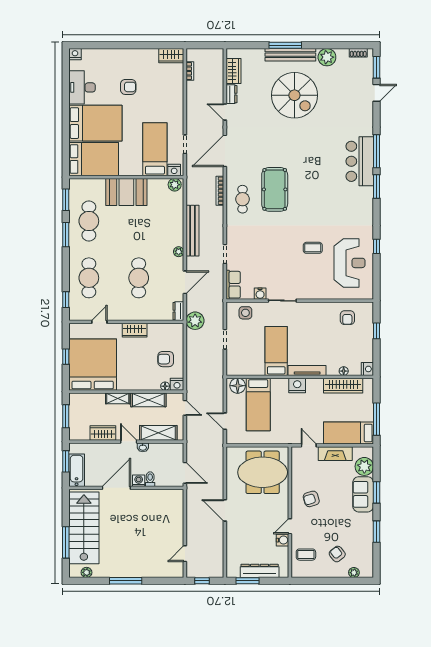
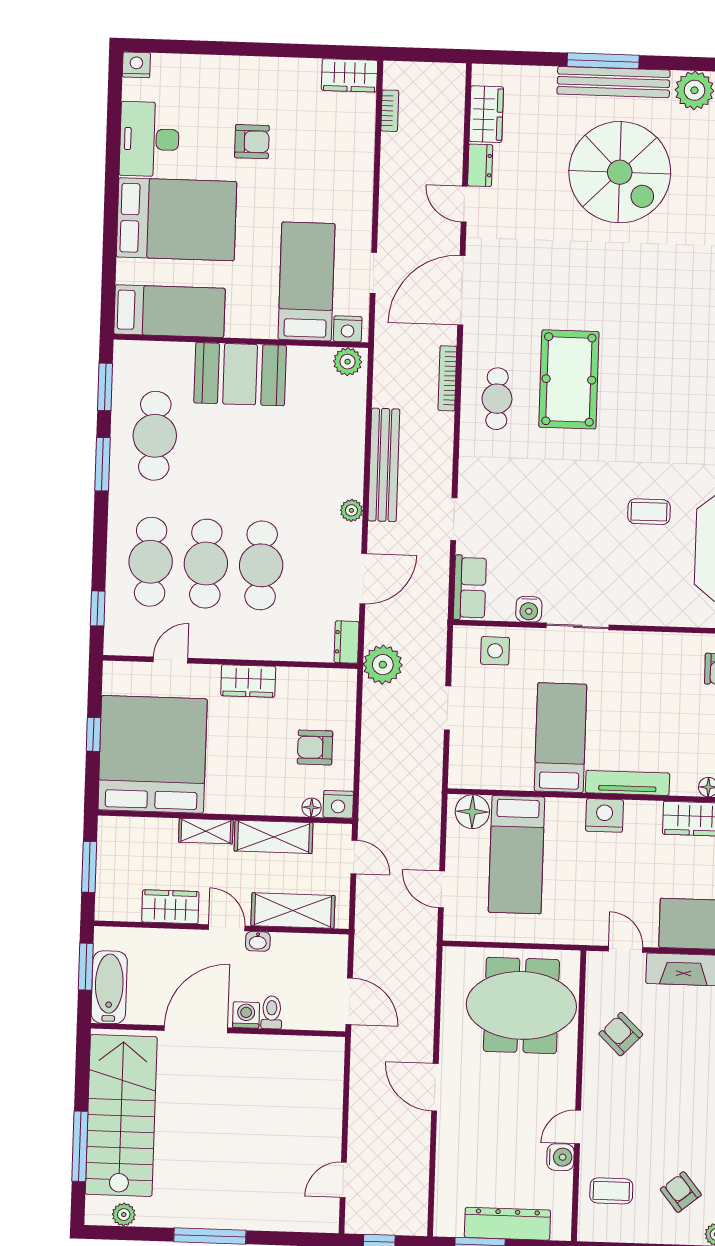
bed: (94, 159) -> (169, 311), width x0.67
cafe table: (114, 278) -> (206, 564), added
armchair: (311, 499) -> (621, 1034), moved, turned 61

